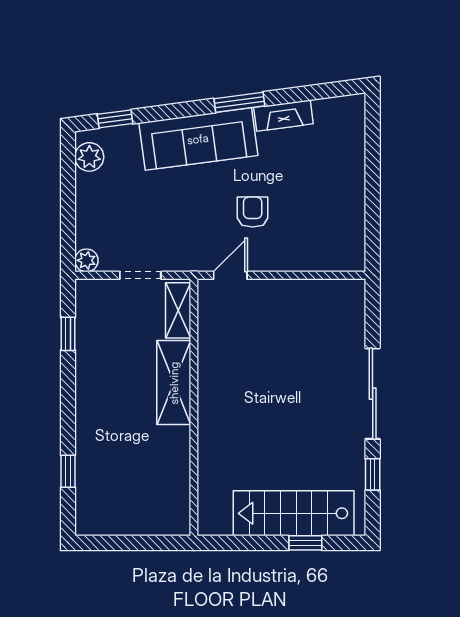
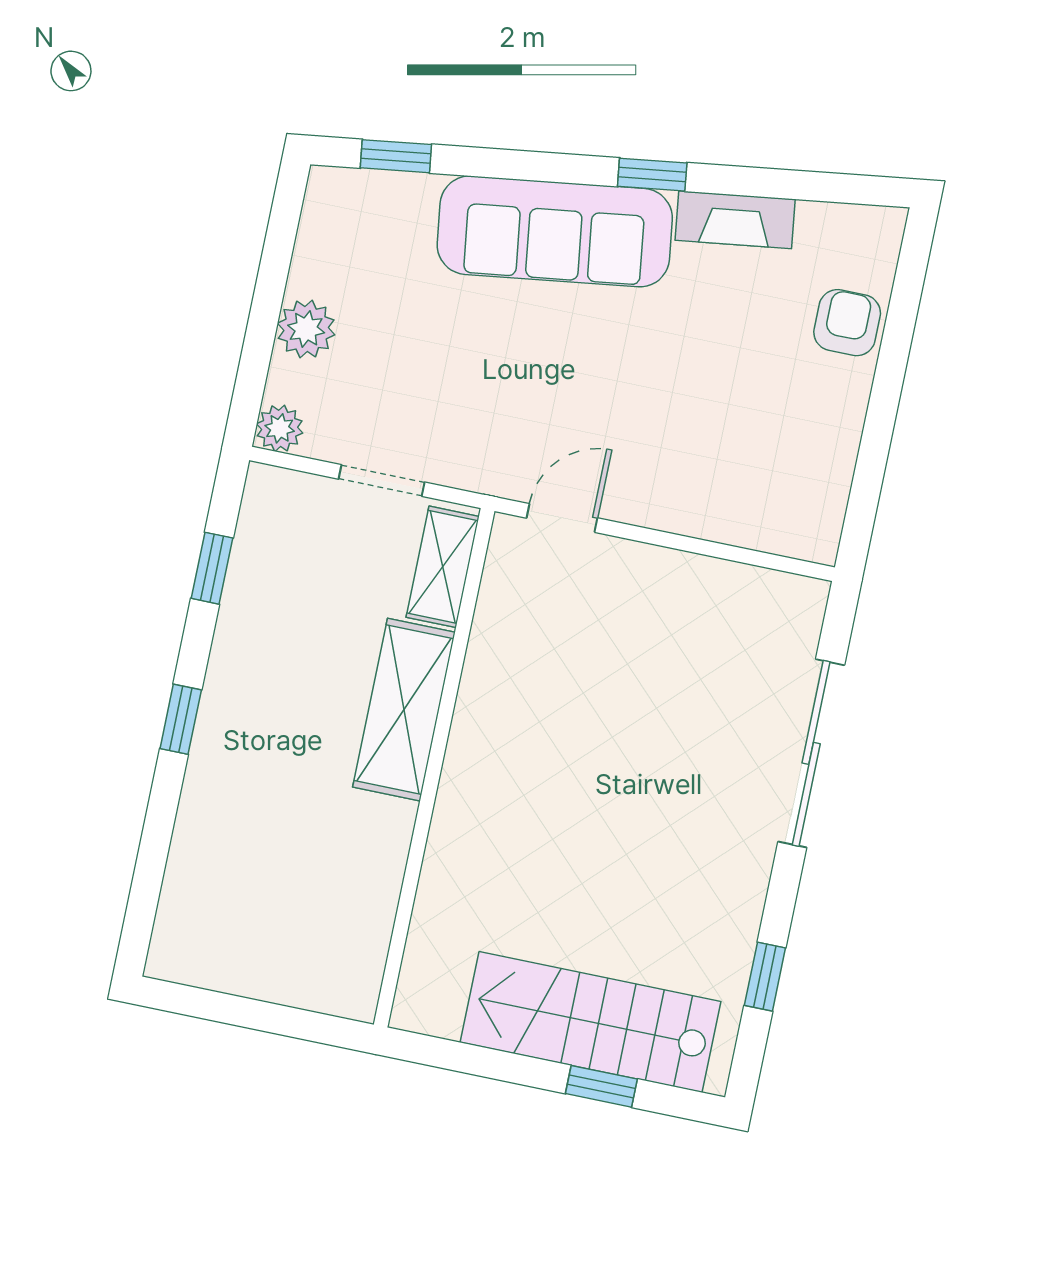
window: (239, 102) -> (652, 175), width x0.67
plant: (89, 157) -> (306, 329), moved
armchair: (253, 212) -> (847, 323), moved
sliding door: (373, 394) -> (811, 753), moved
window: (68, 471) -> (181, 719), moved

